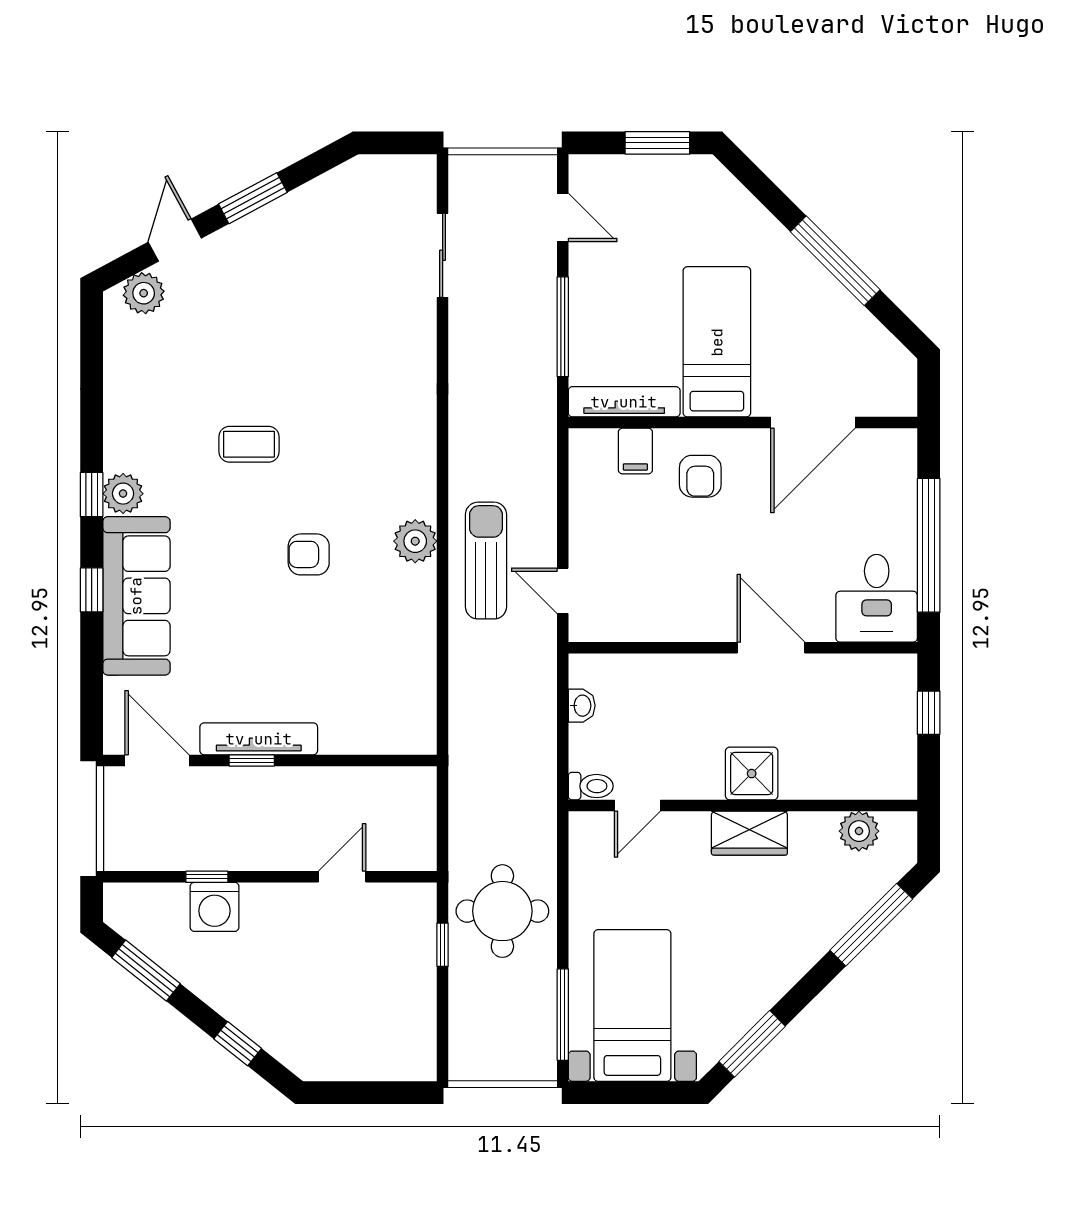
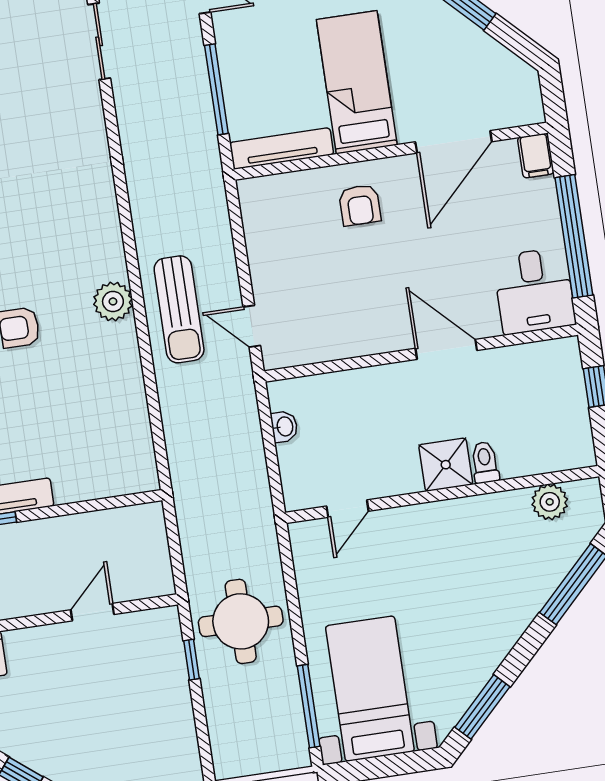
filing cabinet: (635, 451) -> (536, 156), moved
sun lounger: (486, 561) -> (179, 309), turned 180
toilet: (591, 786) -> (485, 462), moved, turned -90
wardrobe: (749, 833) -> (452, 518), removed

